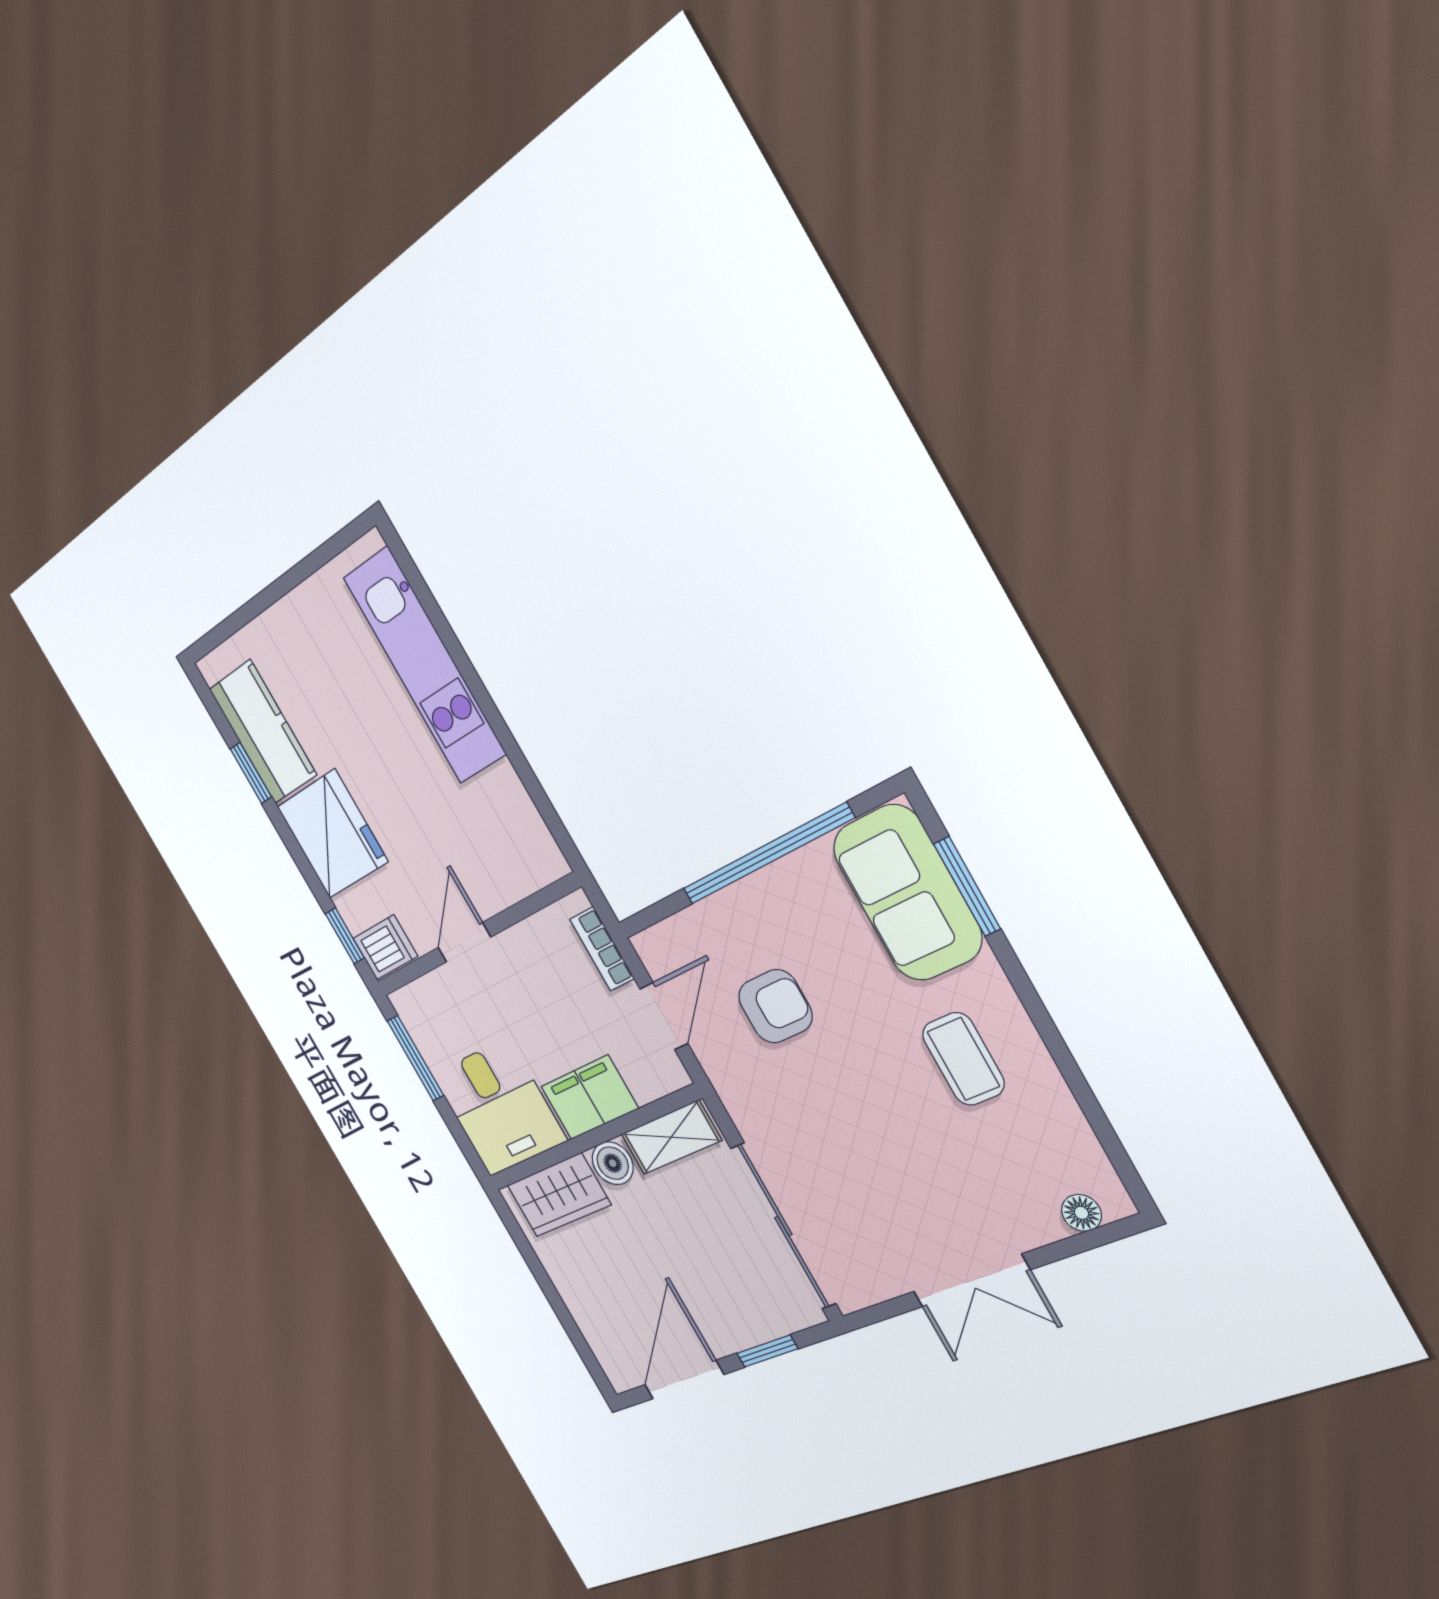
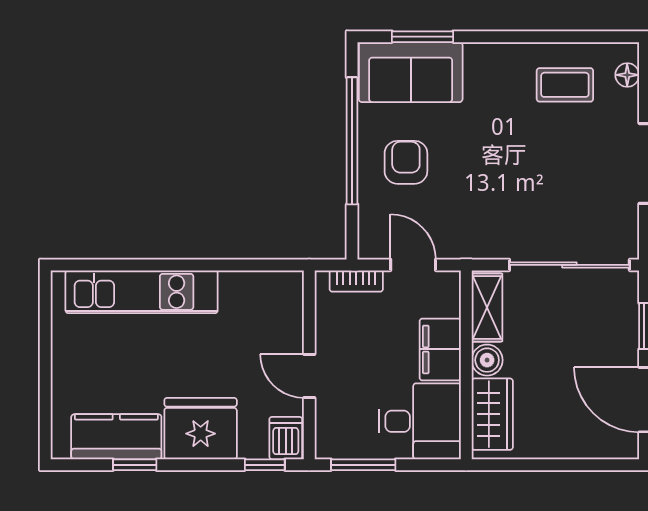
armchair: (775, 1006) -> (406, 162), moved
coffee table: (963, 1059) -> (565, 85), moved

